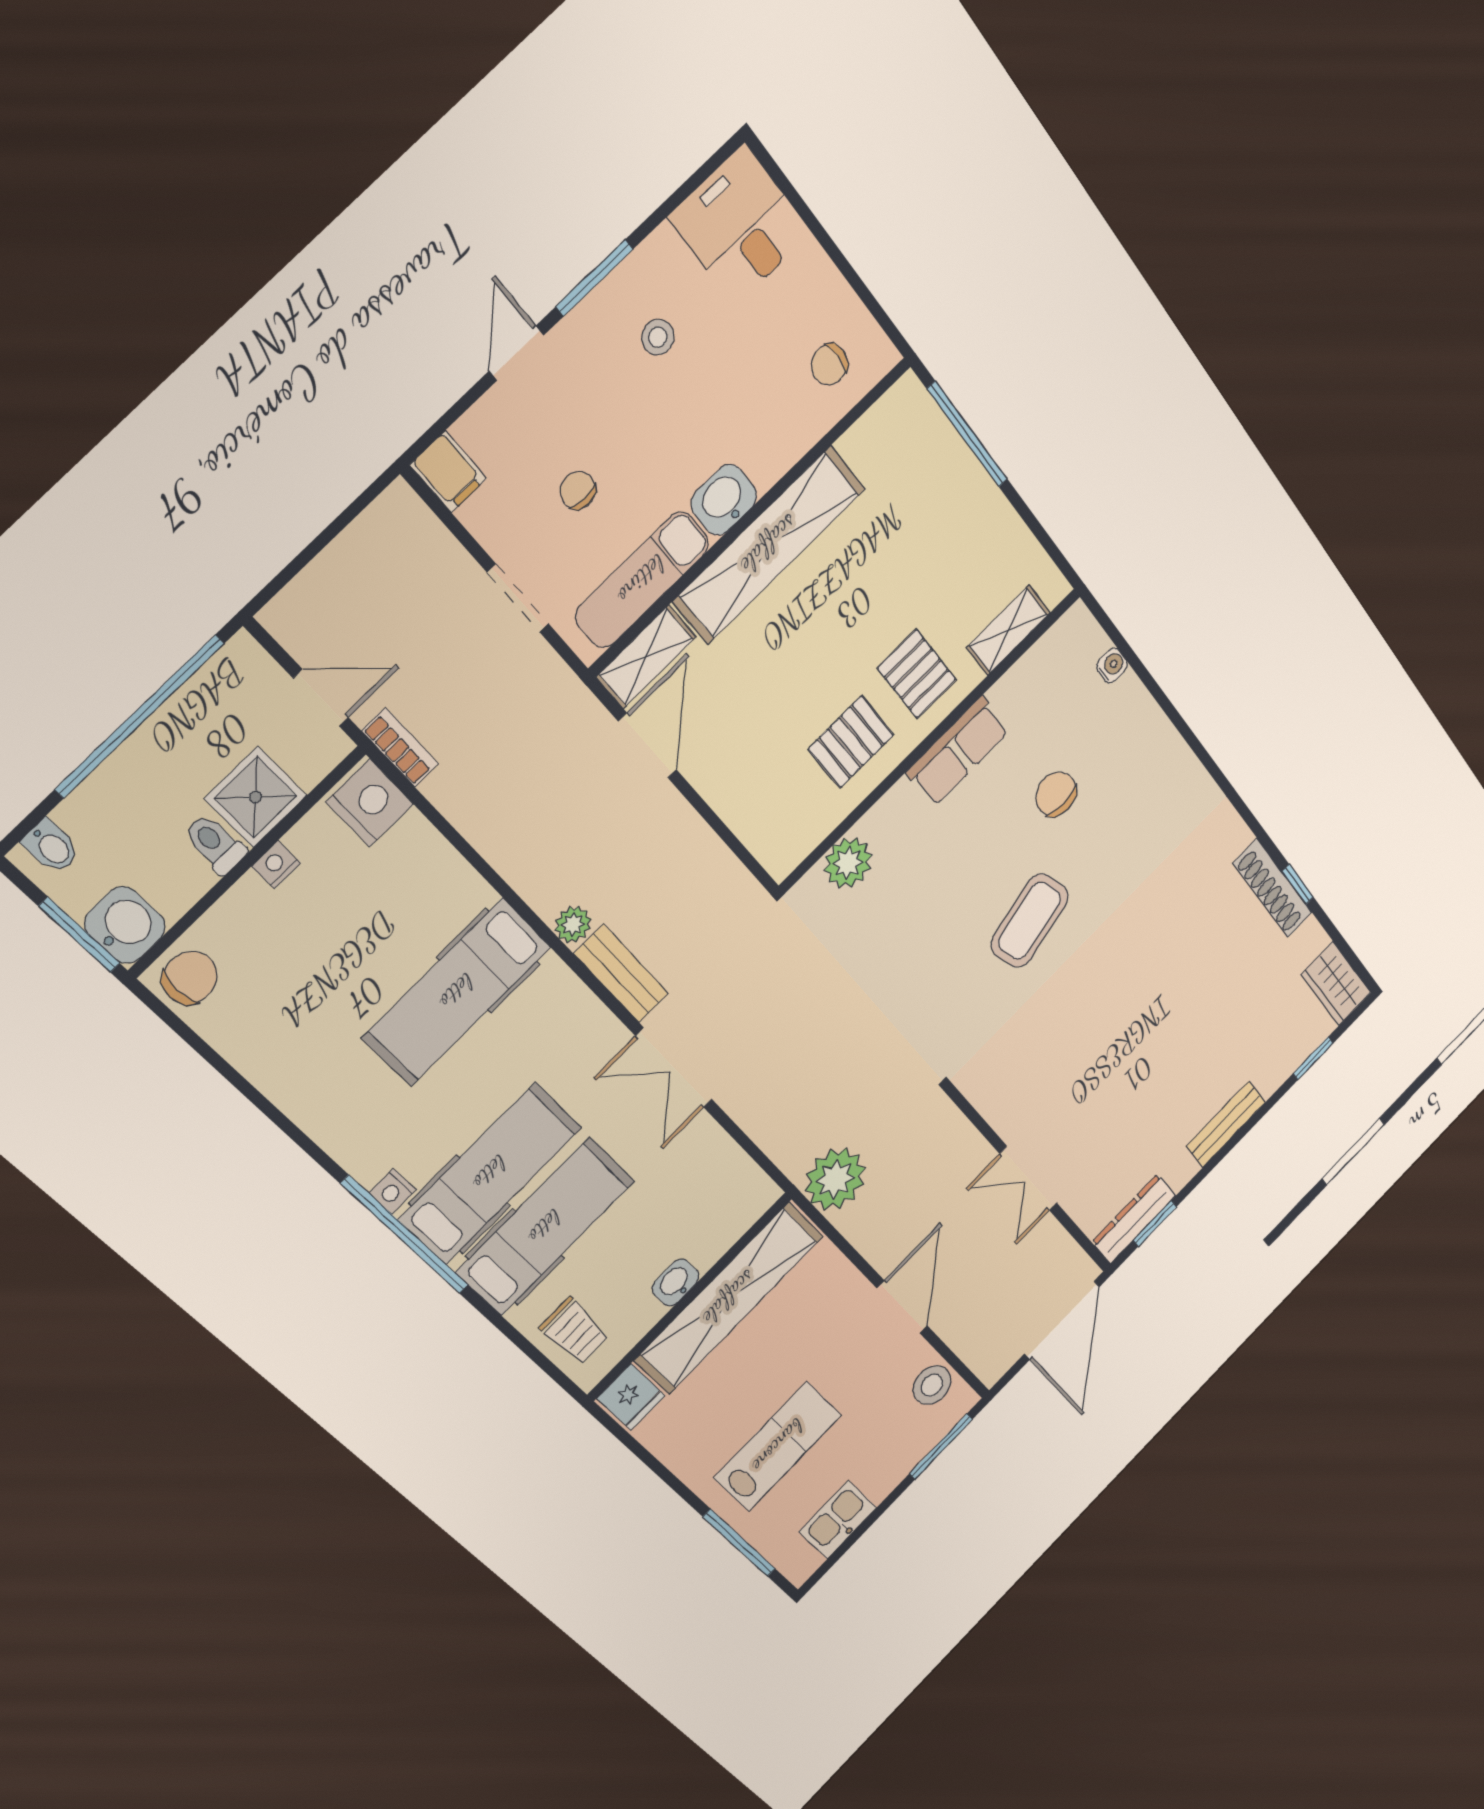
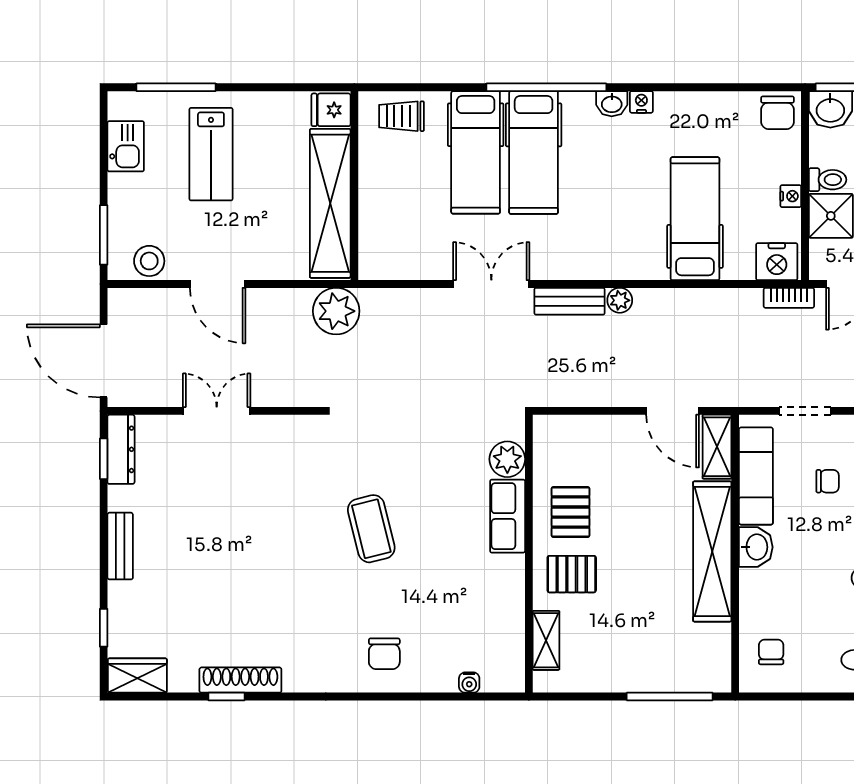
row of seats: (958, 752) -> (508, 516), moved
chair: (1056, 794) -> (384, 654), moved, turned 90
hospital bed: (457, 992) -> (695, 219), moved
nightstand: (393, 1191) -> (641, 102), moved
washbasin: (676, 1283) -> (612, 104), moved, turned 90

